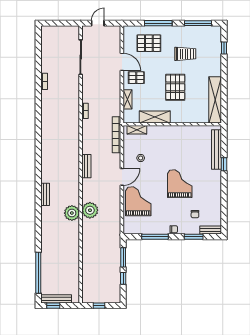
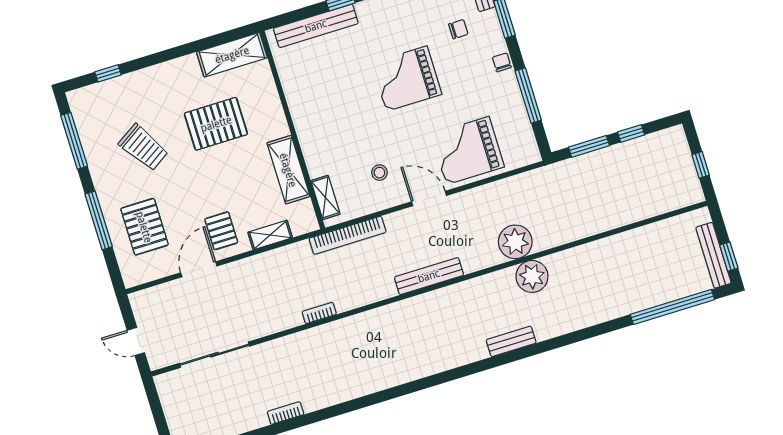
trolley: (185, 54) -> (143, 147), turned 147
pallet: (175, 87) -> (216, 124), moved
shelving: (215, 100) -> (232, 55), width x0.68
bench: (86, 166) -> (429, 276), width x1.36

